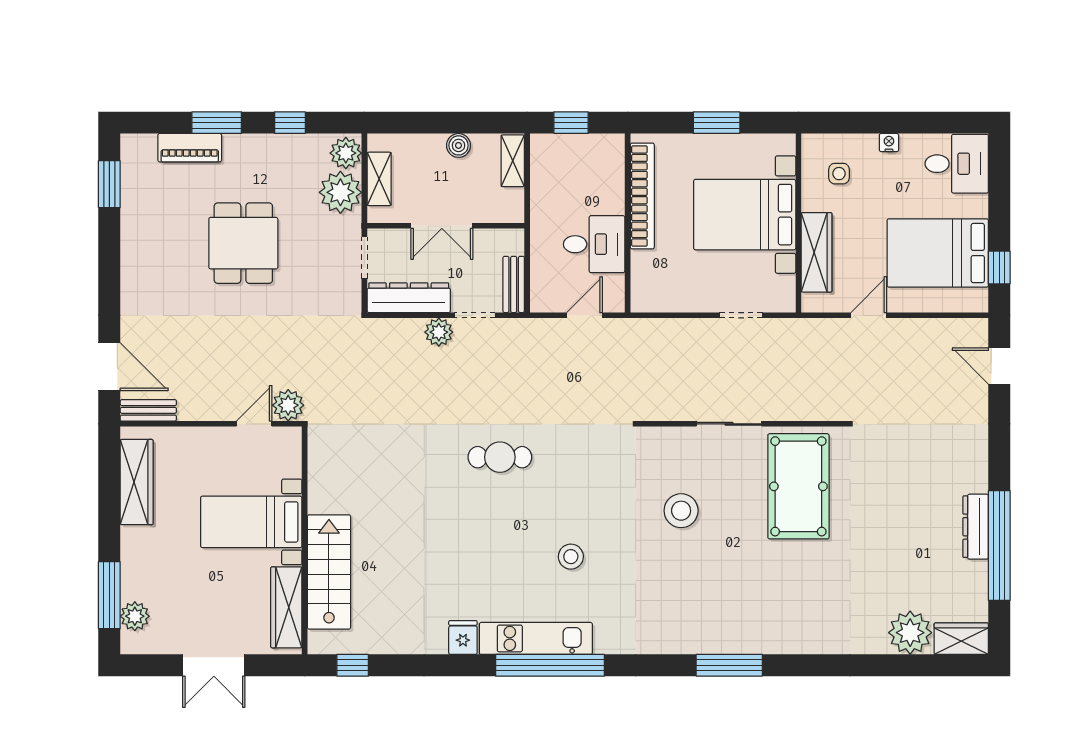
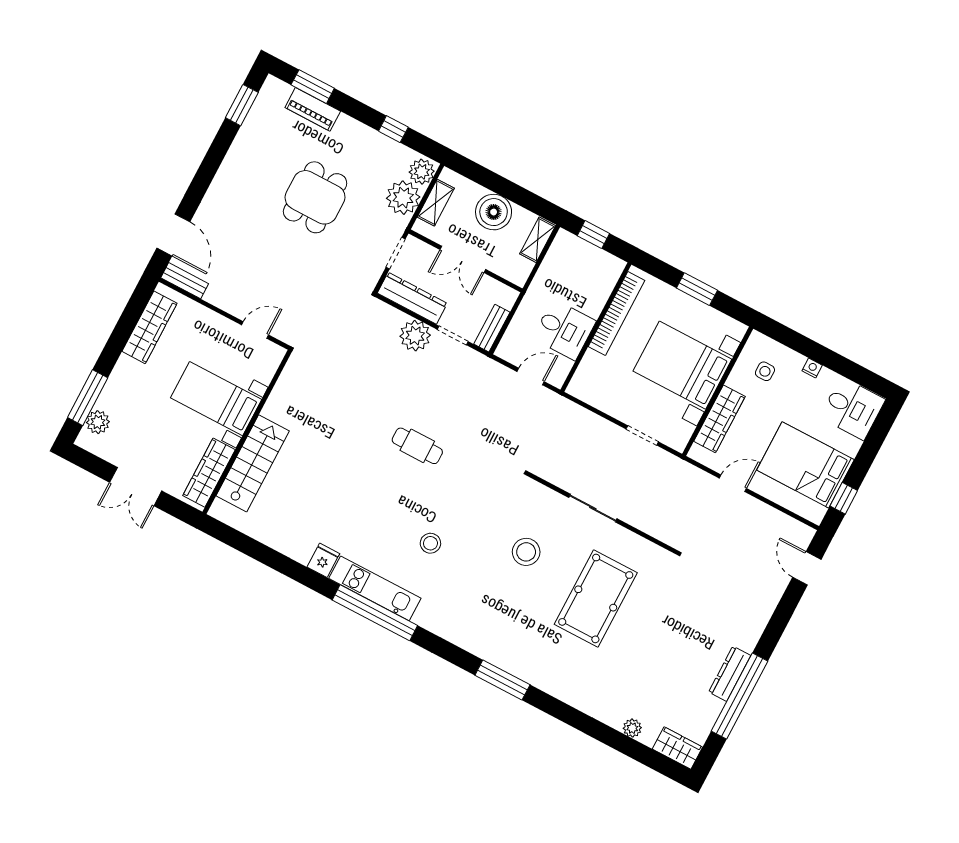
window: (217, 123) -> (313, 87), moved
boiler: (459, 145) -> (494, 212), width x1.86, depth x1.86
plant: (439, 332) -> (415, 336), width x1.36, depth x1.36
plant: (288, 405) -> (286, 329), removed
pool table: (798, 486) -> (596, 598), moved
plant: (910, 633) -> (632, 728), width x0.53, depth x0.53
window: (353, 665) -> (234, 539), removed

